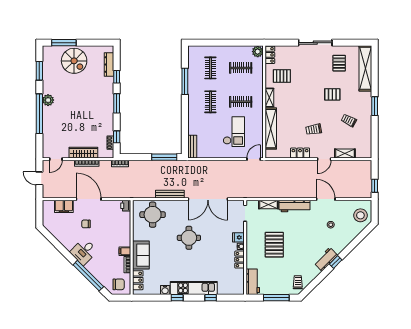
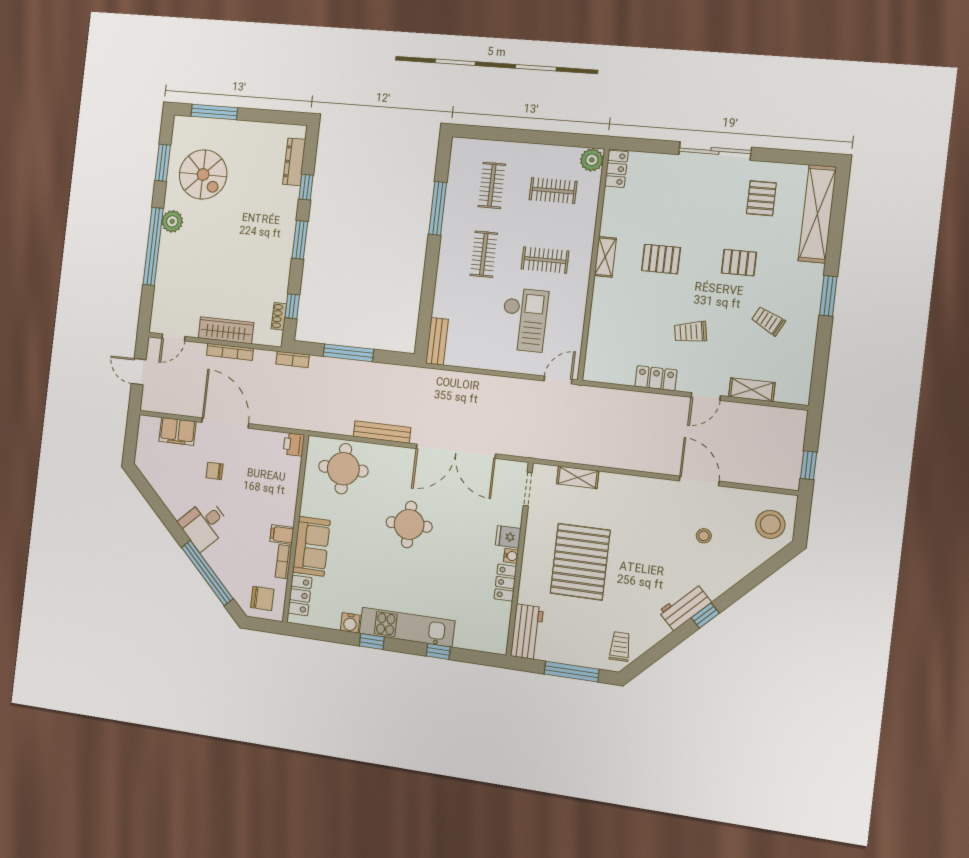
spiral stairs: (74, 61) -> (203, 174), moved
pallet: (282, 76) -> (661, 259), moved
shelving: (271, 129) -> (601, 321), removed
window: (164, 157) -> (348, 353), moved
workbench: (294, 206) -> (632, 487), removed
pallet: (274, 245) -> (580, 562), width x1.37, depth x1.41

